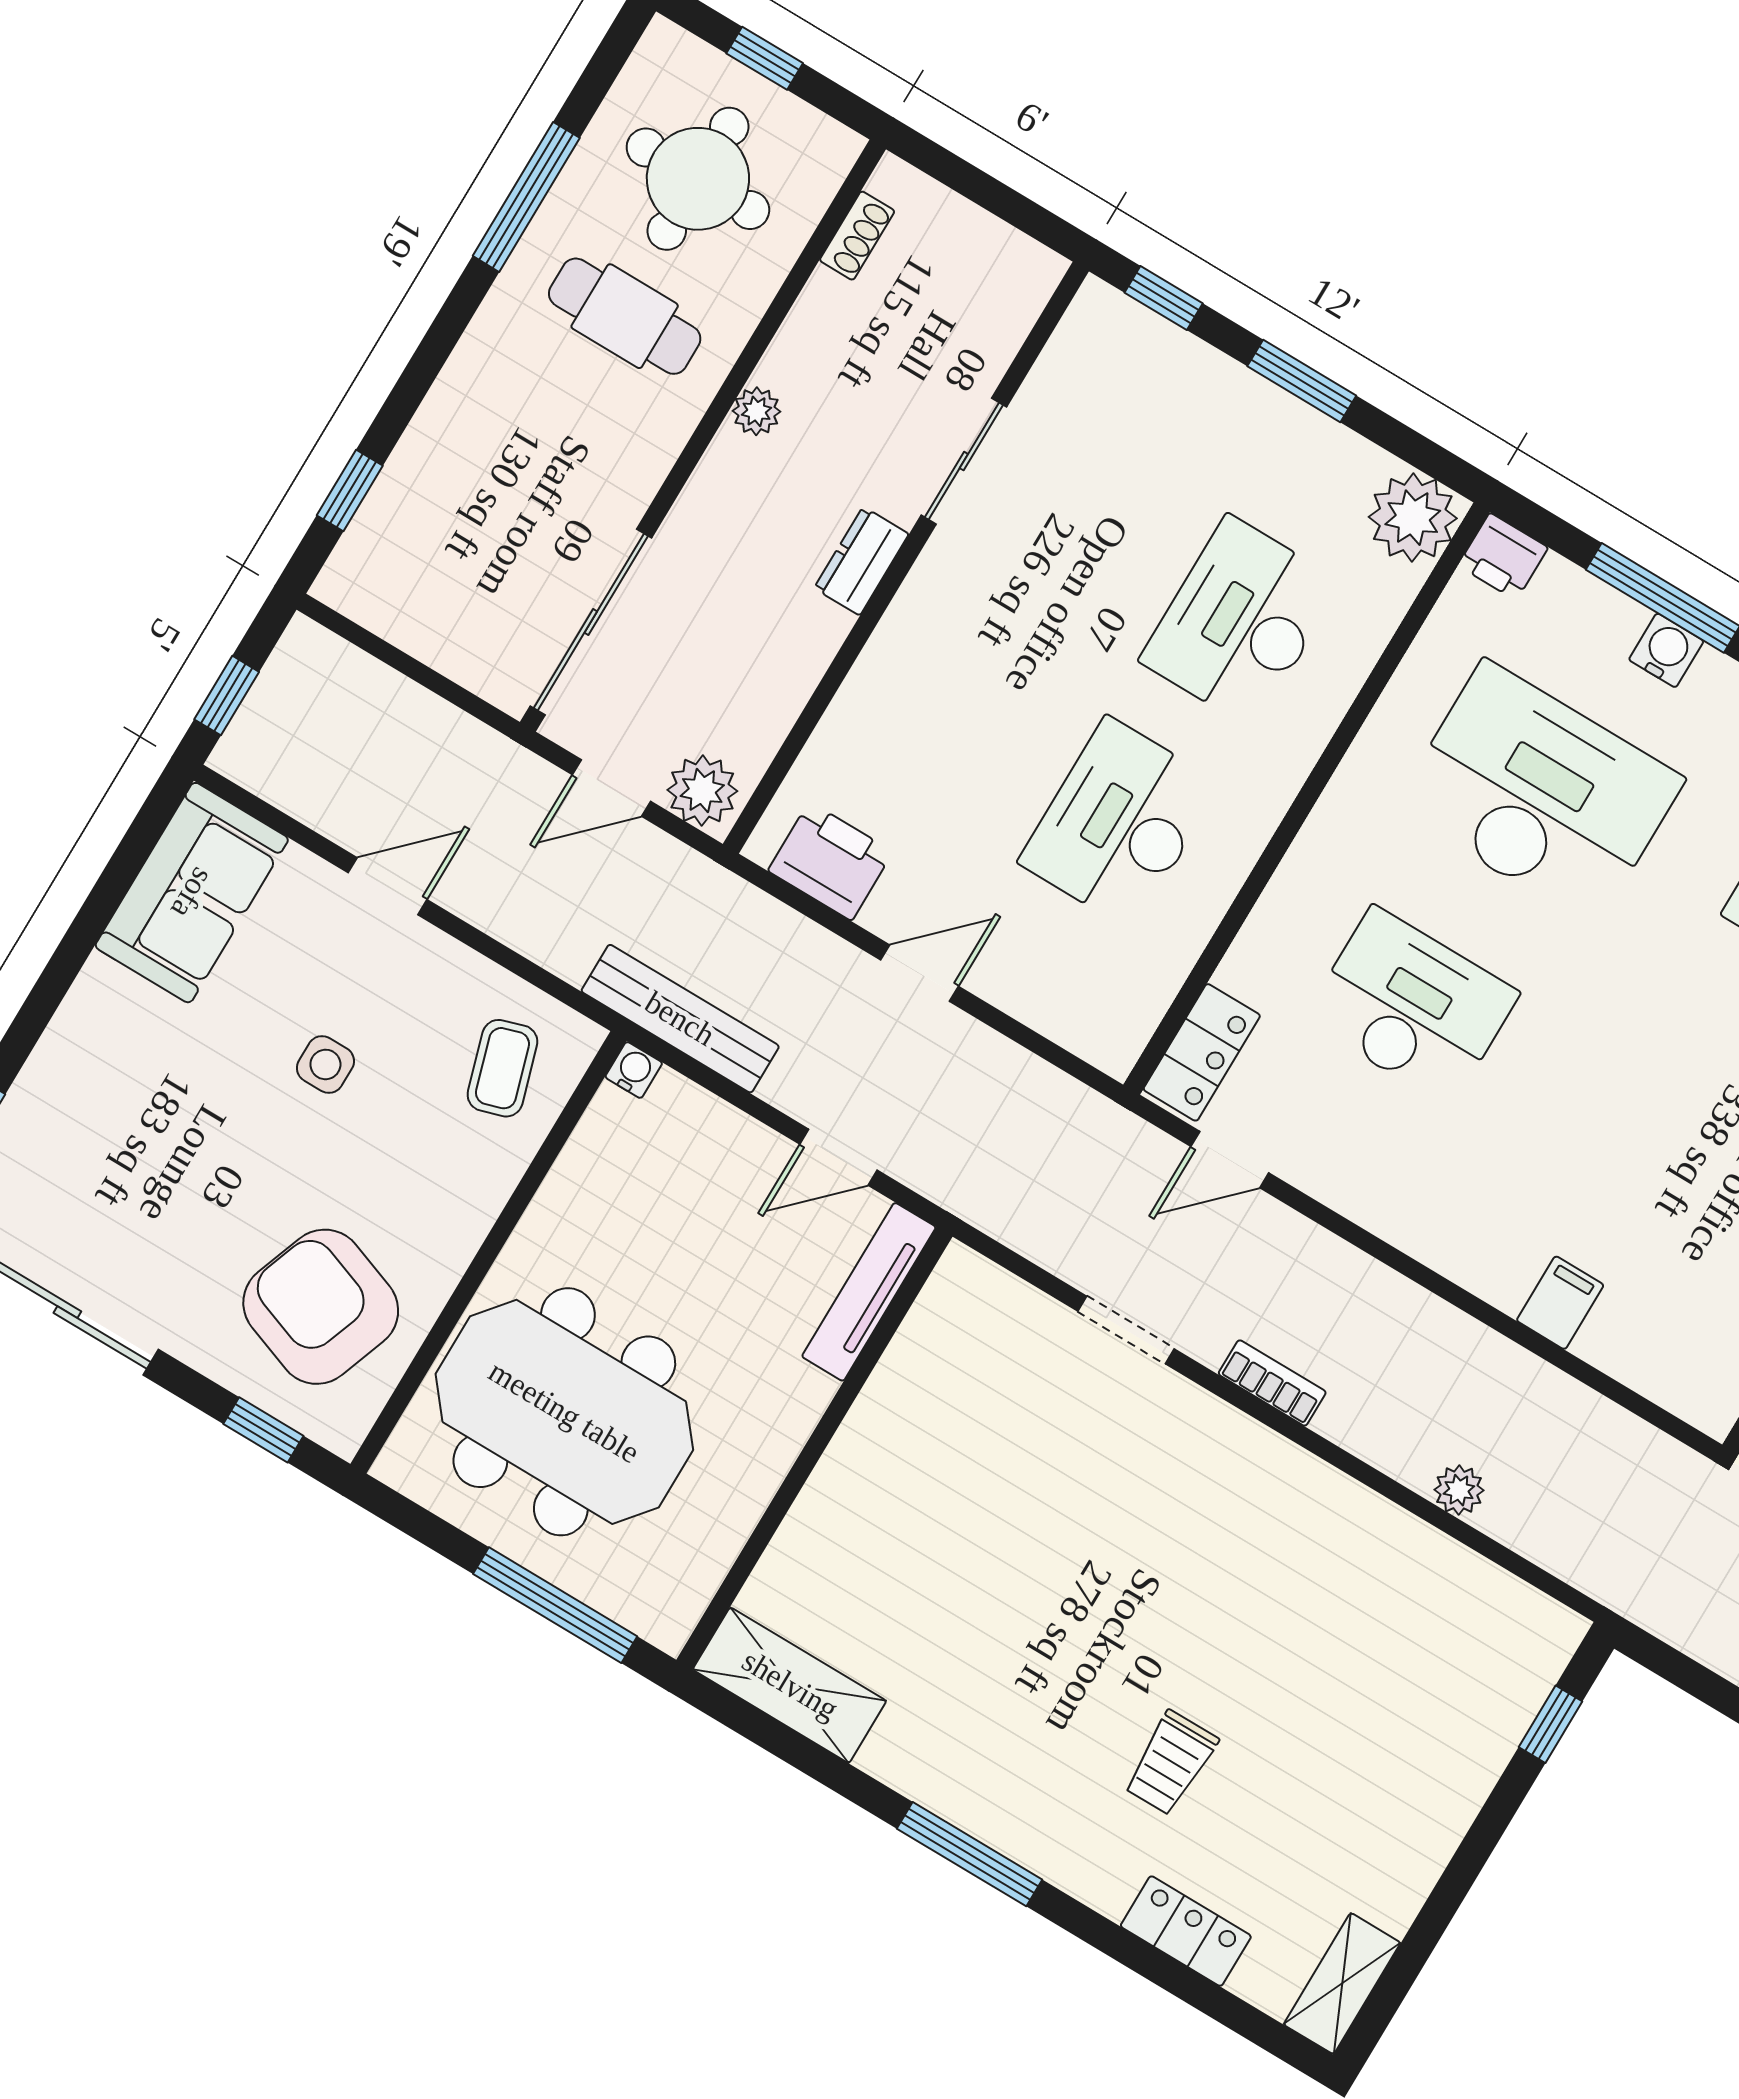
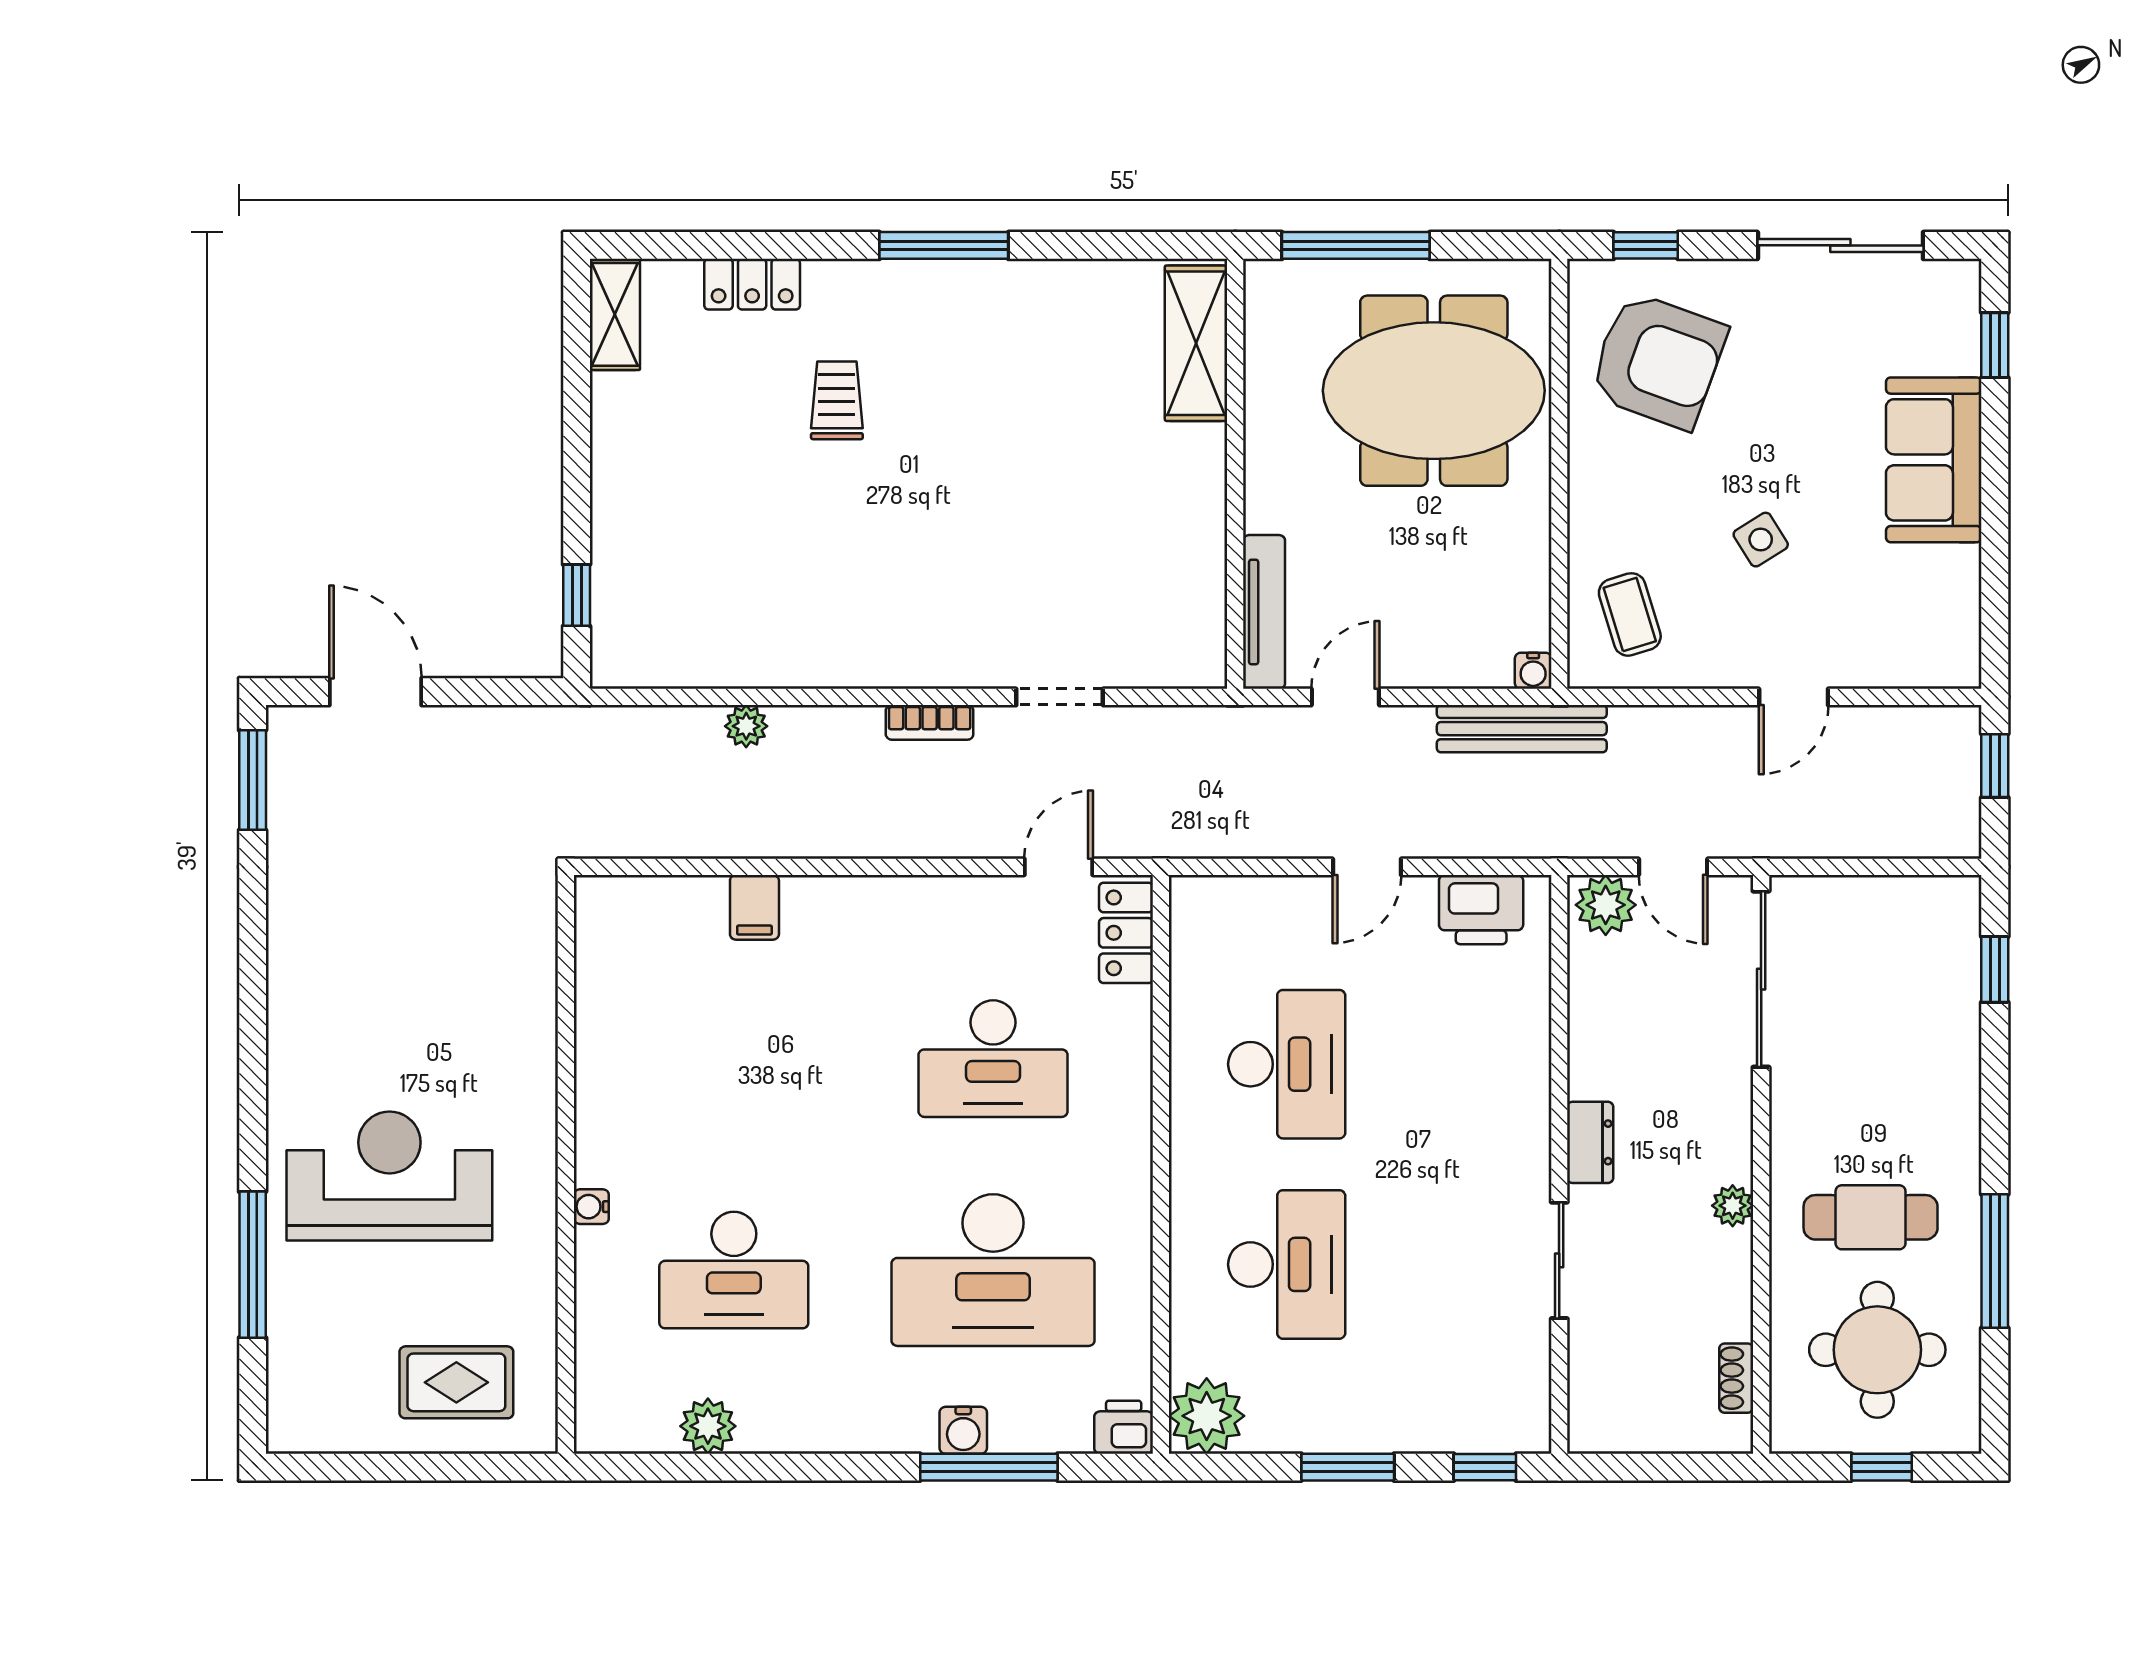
door: (611, 788) -> (1673, 867), swing flipped
sofa: (192, 893) -> (1934, 460), moved
side table: (325, 1064) -> (1761, 540), turned -32
shelving: (790, 1685) -> (1196, 343), moved, turned 90

